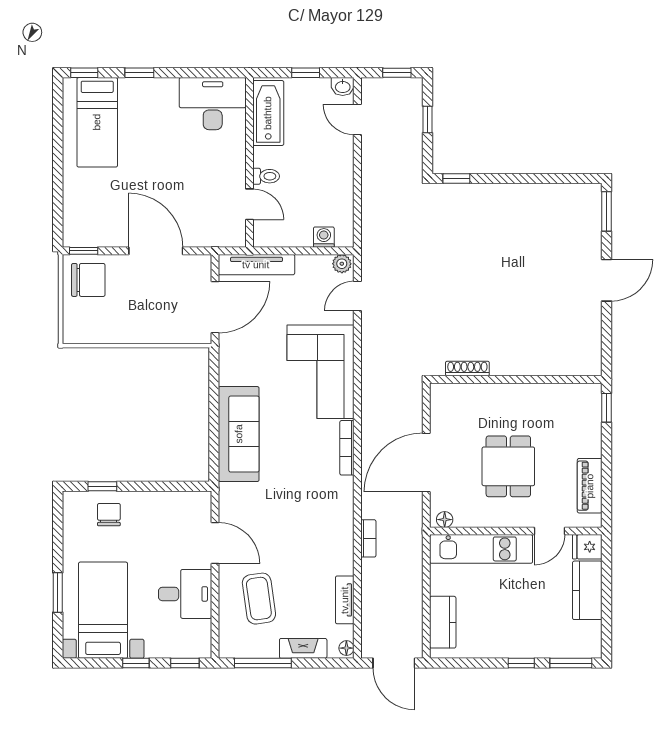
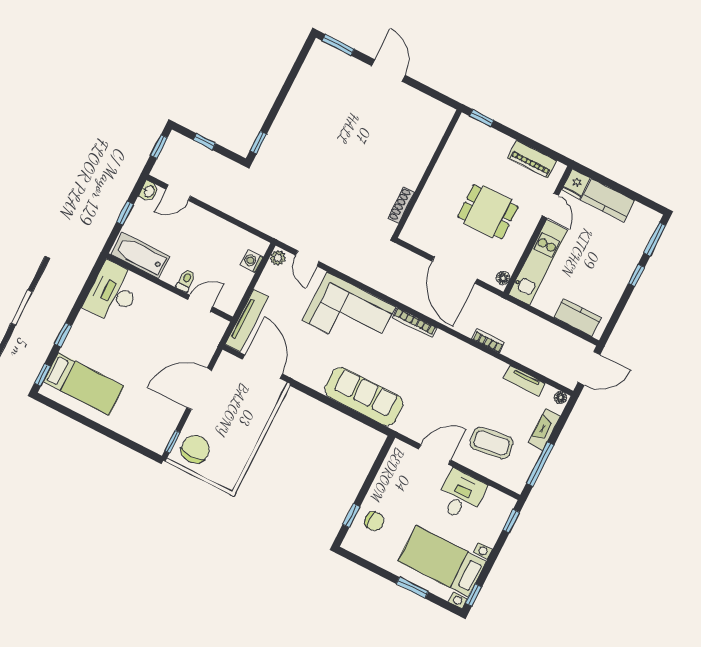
chair: (109, 515) -> (374, 521), turned 180
window: (136, 663) -> (474, 595), moved

